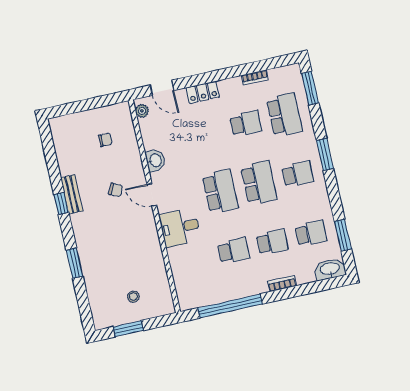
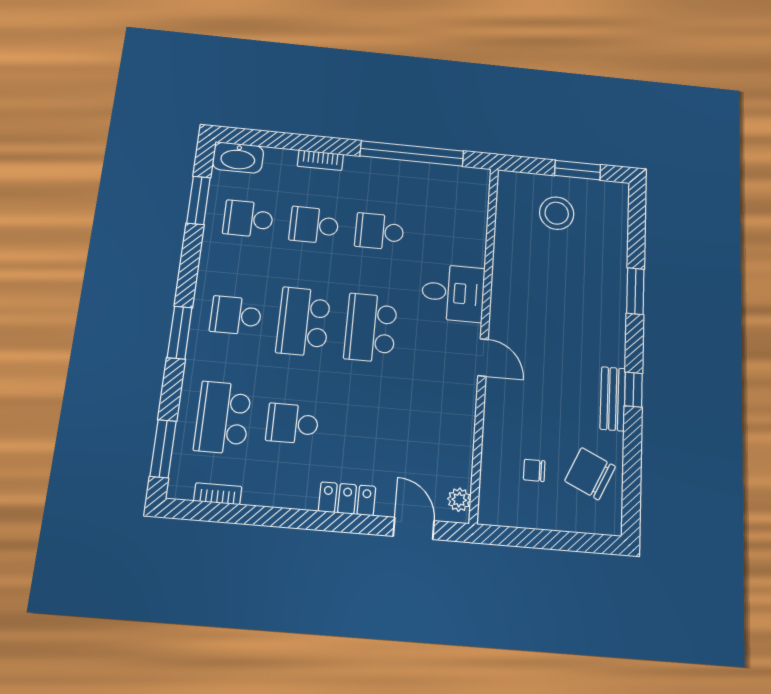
bookcase: (255, 77) -> (218, 494), moved
washbasin: (155, 160) -> (461, 411), removed
chair: (116, 190) -> (590, 474), moved, width x1.87, depth x1.87
stool: (133, 297) -> (557, 213), width x1.89, depth x1.89

